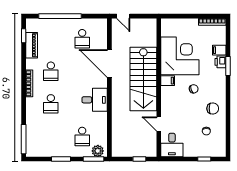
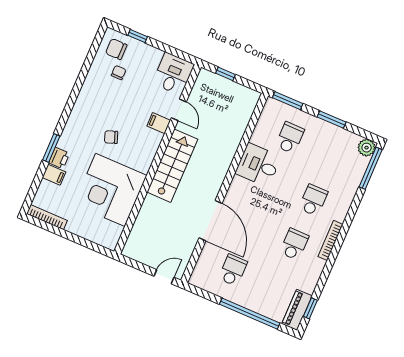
door: (123, 16) -> (164, 277), hinge flipped
piano: (32, 45) -> (297, 310), moved
stairs: (143, 79) -> (172, 166), width x0.73, depth x0.66
filing cabinet: (168, 81) -> (159, 123), moved
desk: (95, 100) -> (258, 165), moved
chair: (213, 109) -> (116, 49), moved
plant: (98, 151) -> (367, 148), moved

